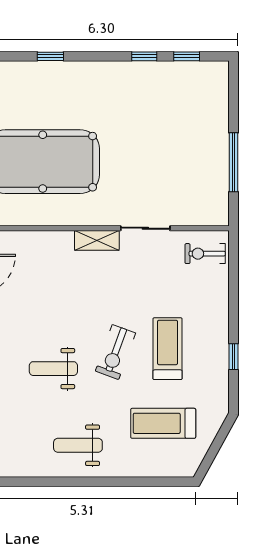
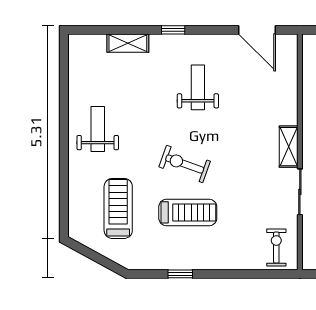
weight bench: (53, 369) -> (198, 87), moved

